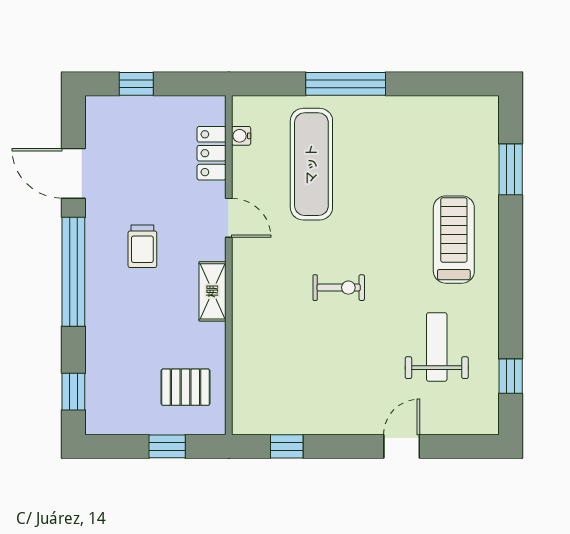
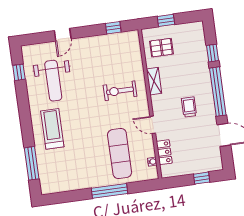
window: (511, 169) -> (32, 163), width x1.44
treadmill: (454, 240) -> (52, 129), turned 180
exercise bike: (339, 288) -> (120, 91), moved, width x1.38, depth x1.39
shelving: (212, 291) -> (154, 81), moved
weight bench: (437, 347) -> (53, 81), width x1.36, depth x1.33
window: (73, 392) -> (212, 53), moved

